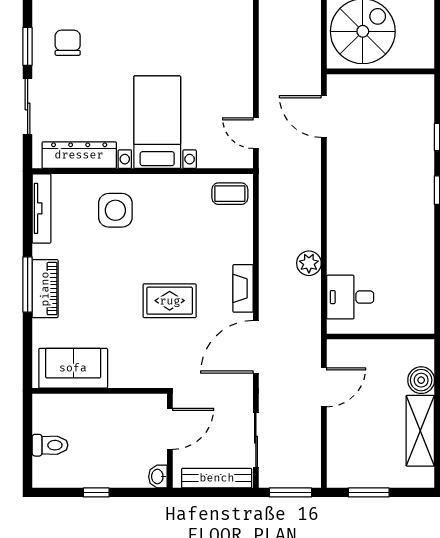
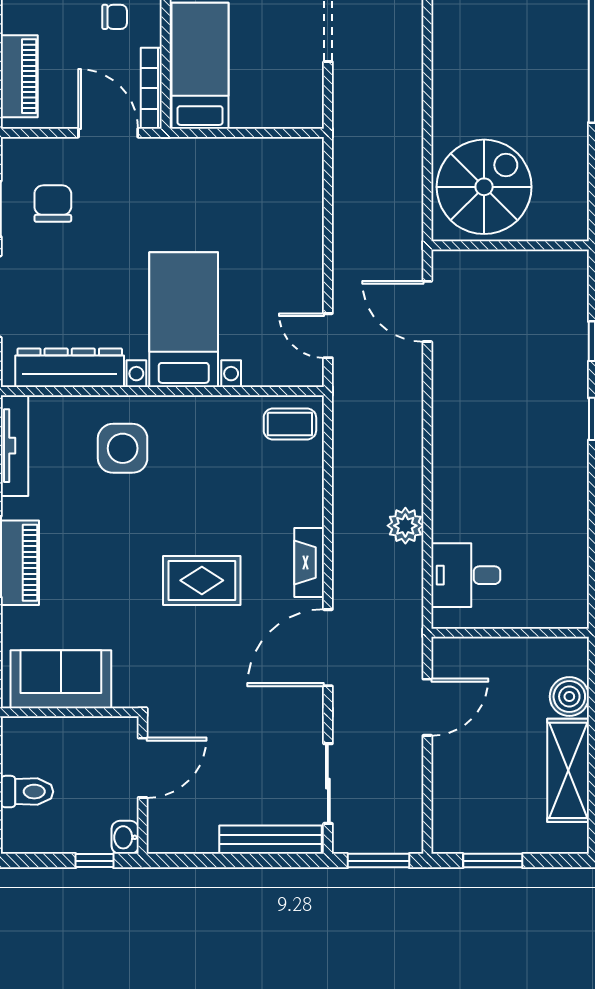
door: (170, 429) -> (143, 768), moved
wall: (170, 441) -> (143, 785), moved
washbasin: (158, 477) -> (125, 837), moved

